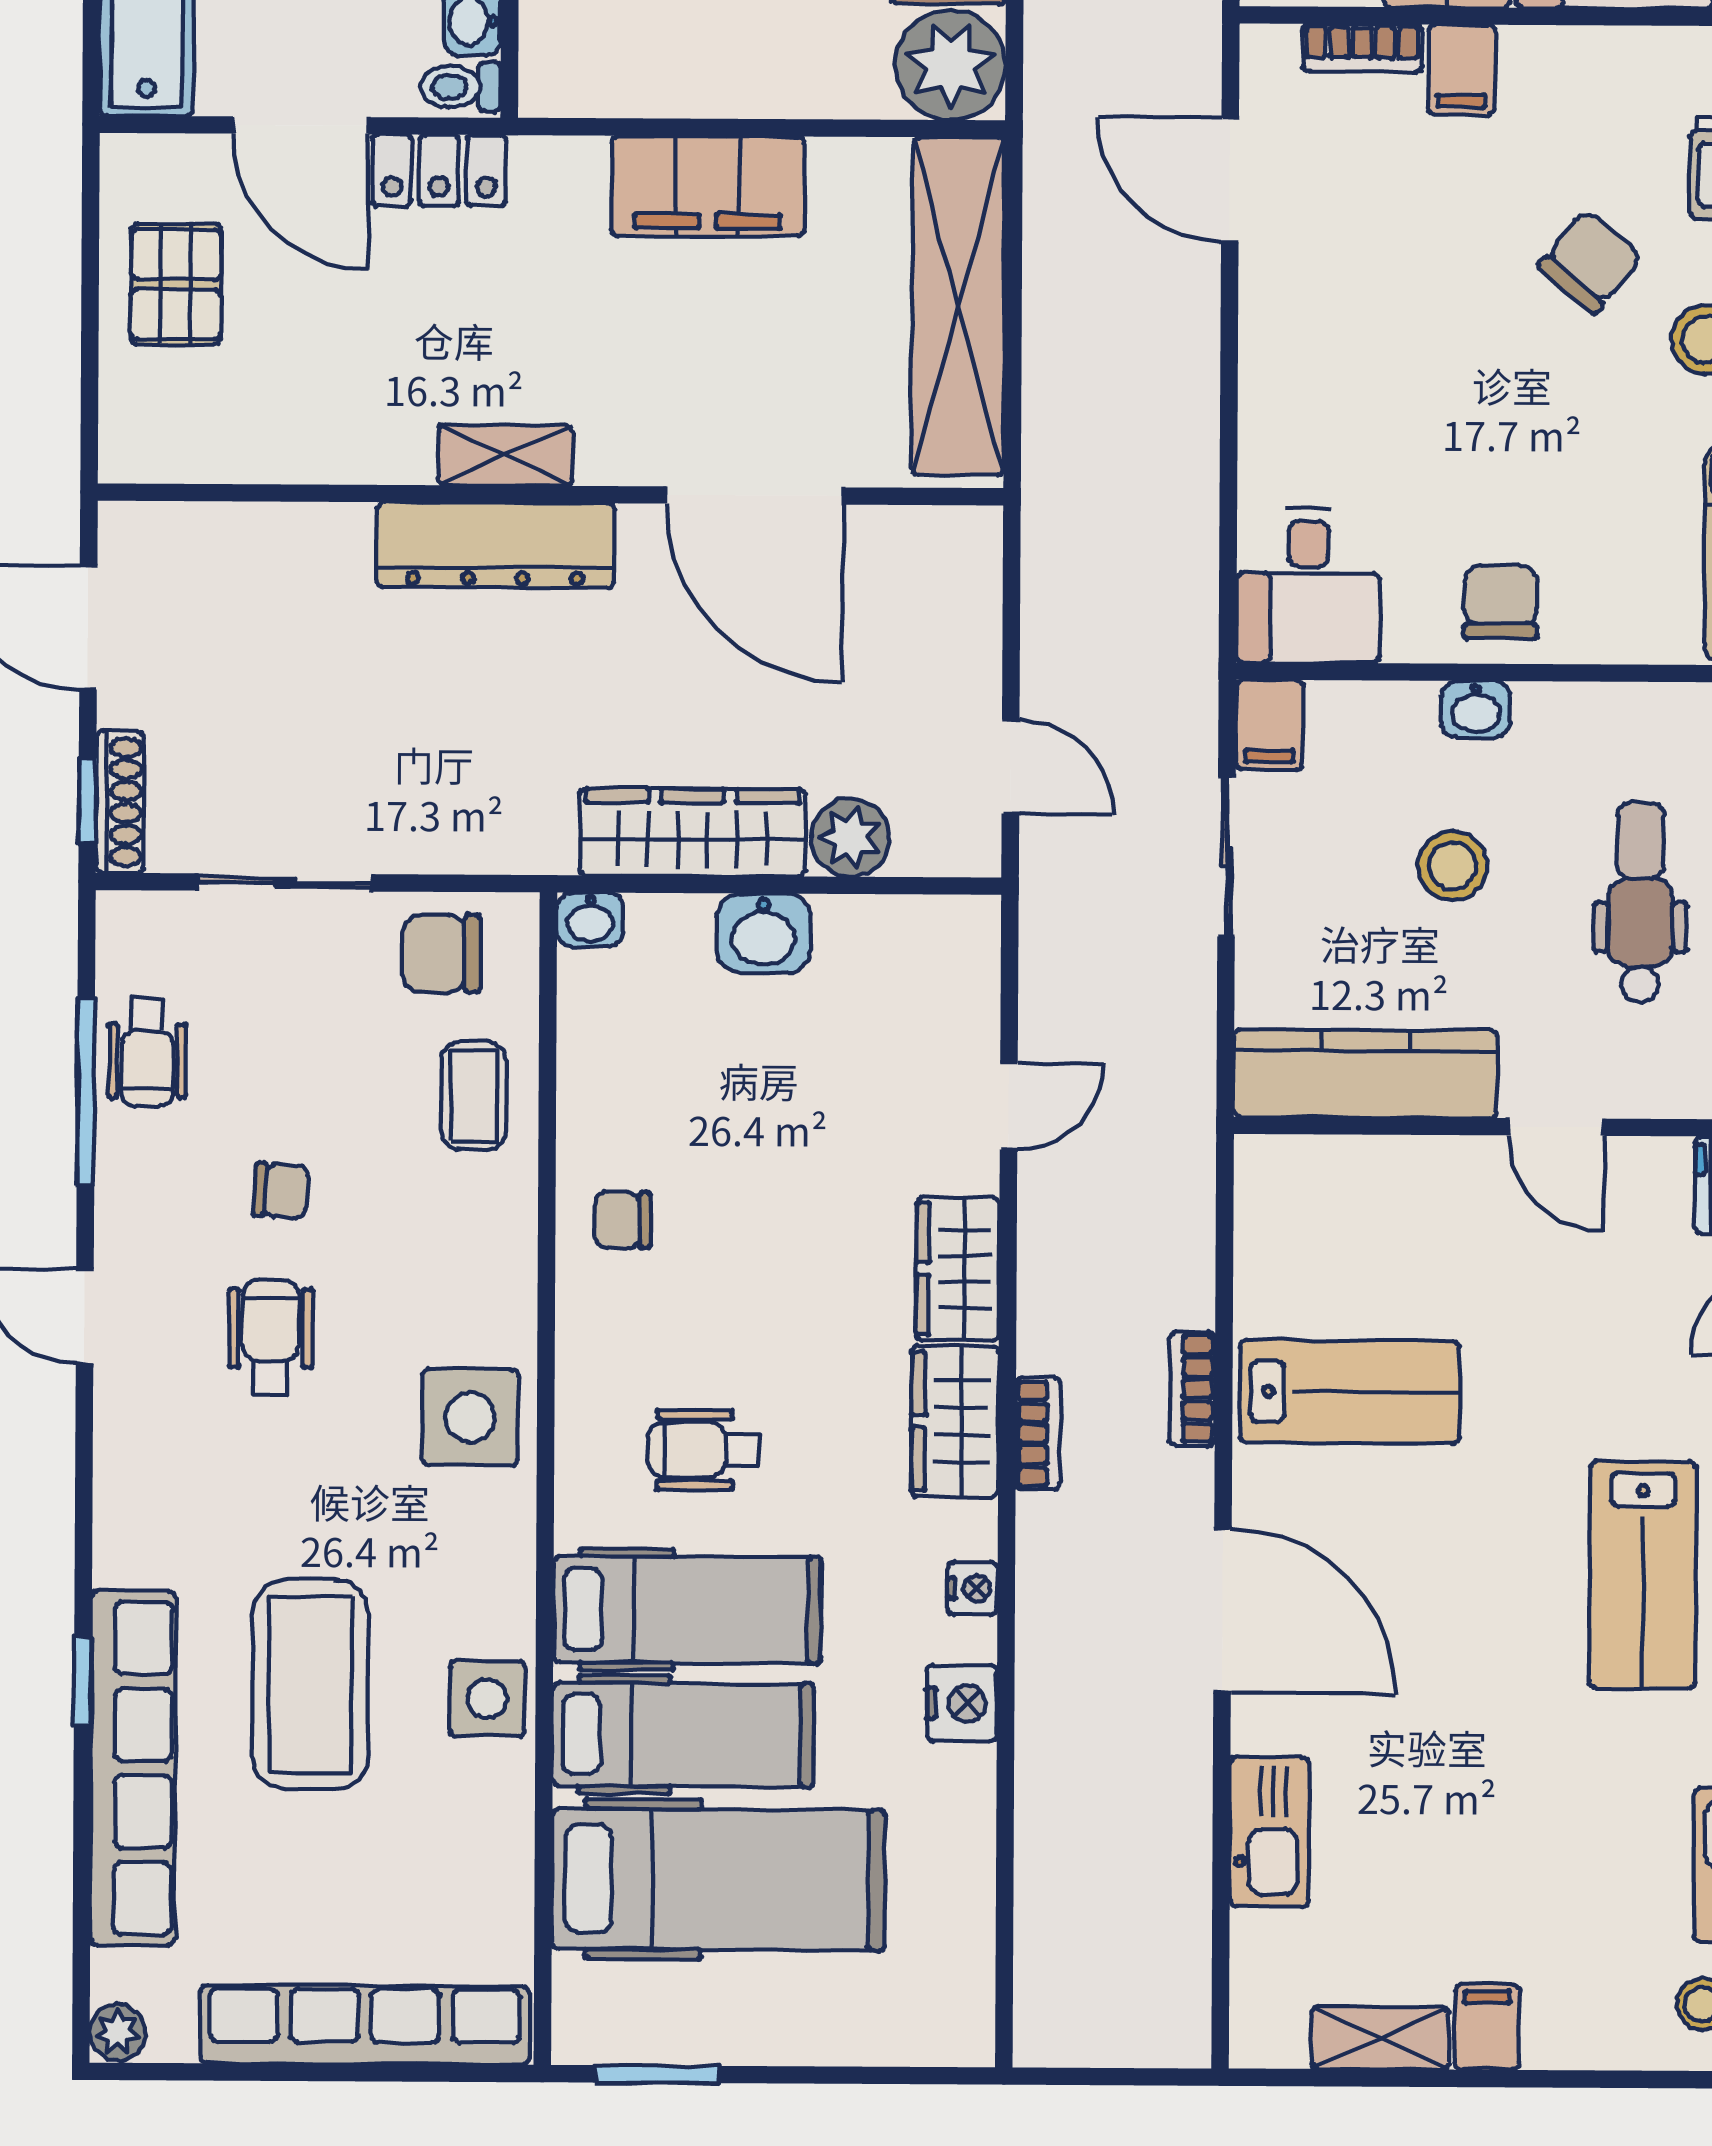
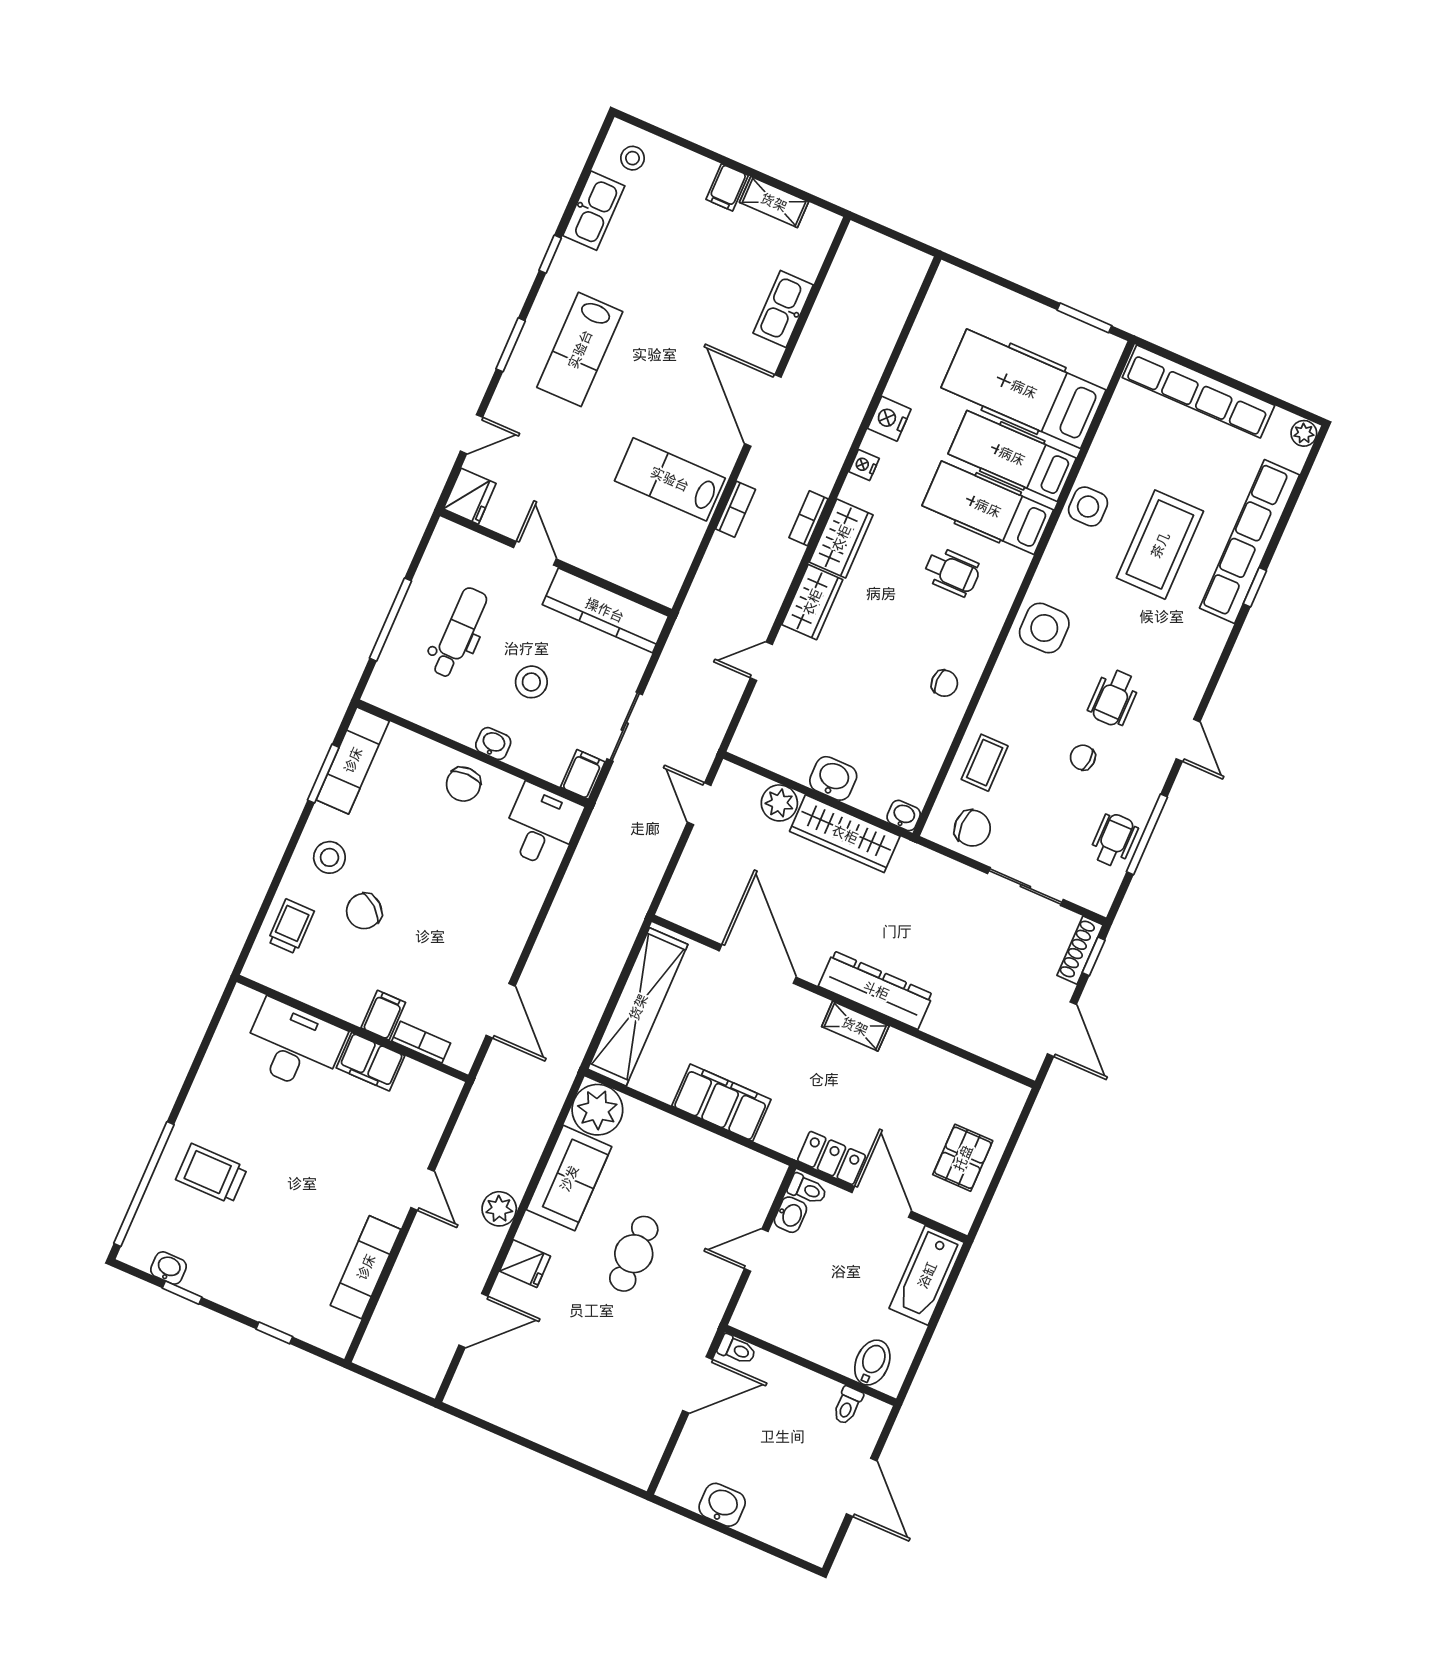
dental chair: (1640, 902) -> (459, 633), turned 180
lab bench: (1643, 1575) -> (580, 349), turned 180

